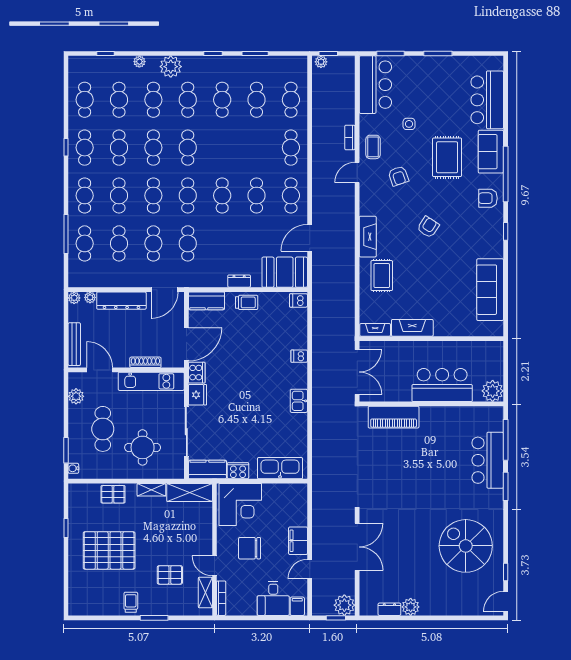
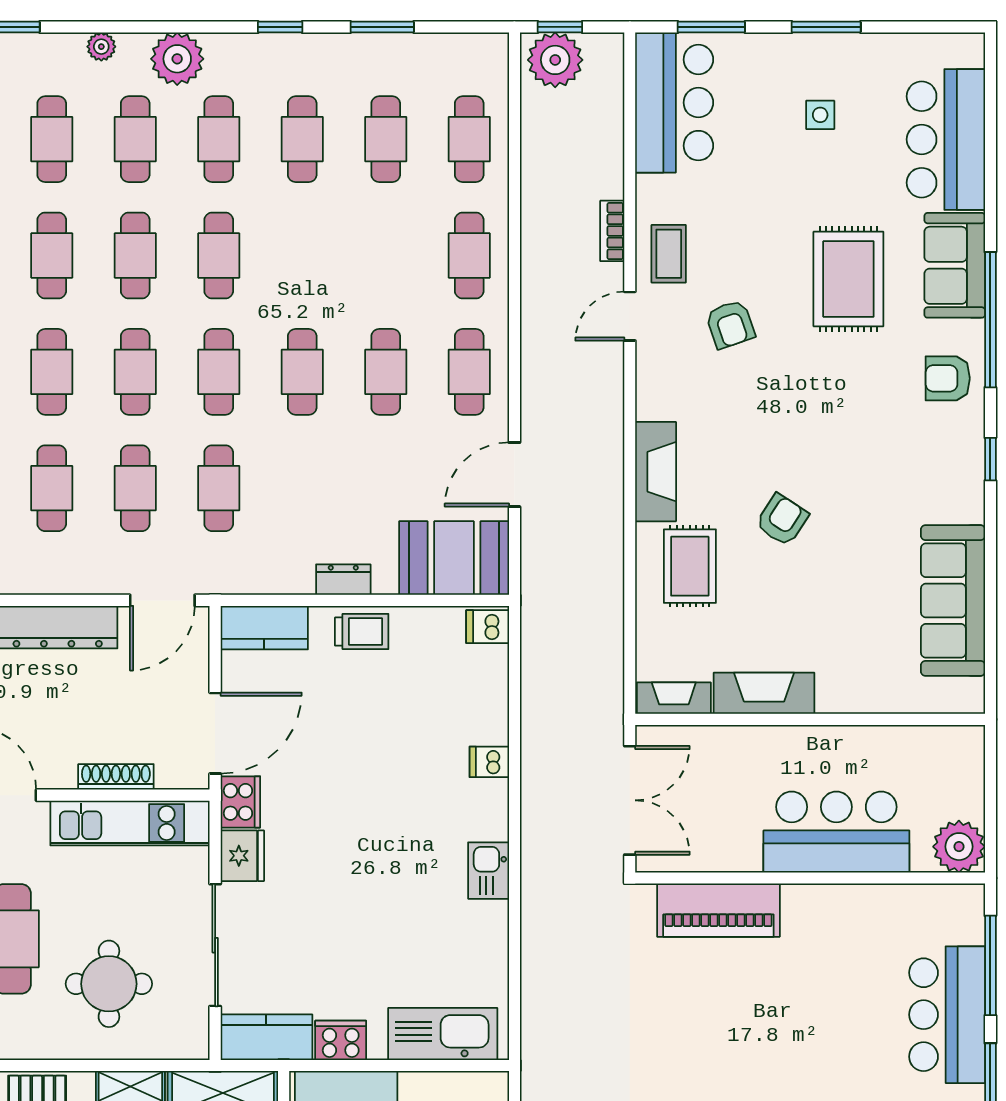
plant: (321, 62) -> (555, 60), width x1.87, depth x1.87
side table: (409, 124) -> (820, 115), moved
armchair: (428, 227) -> (782, 520), moved

